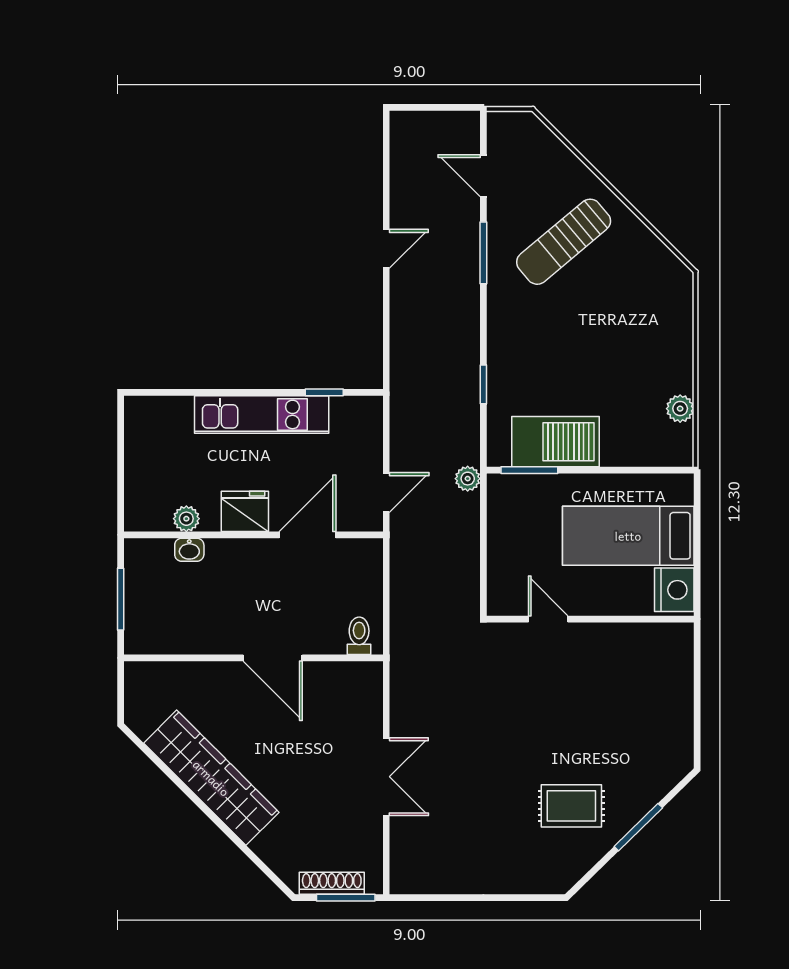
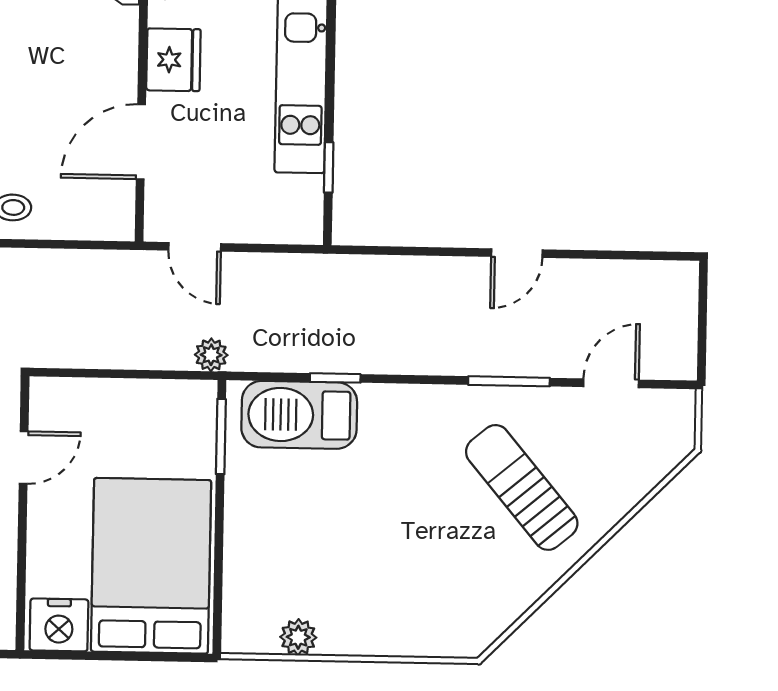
door: (386, 249) -> (517, 253), hinge flipped
barbecue: (555, 442) -> (299, 415), moved, turned 90
door: (307, 535) -> (141, 142), swing flipped
bed: (628, 536) -> (151, 566), width x1.50

